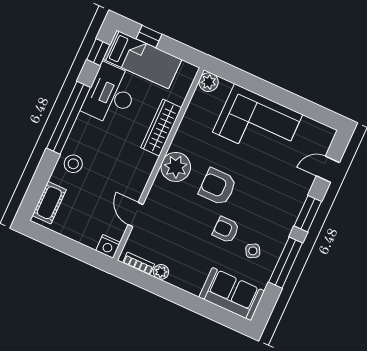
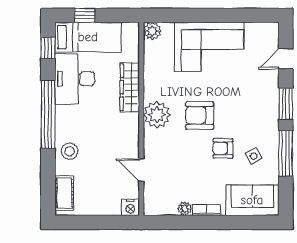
bookcase: (139, 264) -> (207, 210), moved

